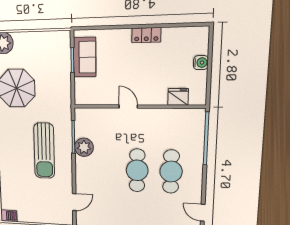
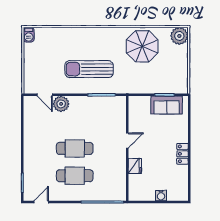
fridge: (178, 97) -> (135, 166), moved
plant: (84, 147) -> (61, 104), moved

